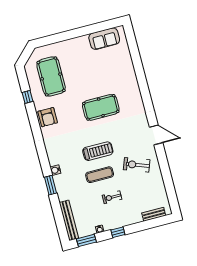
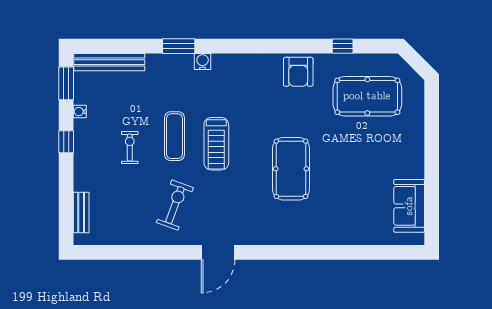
armchair: (48, 117) -> (298, 72), turned -90

